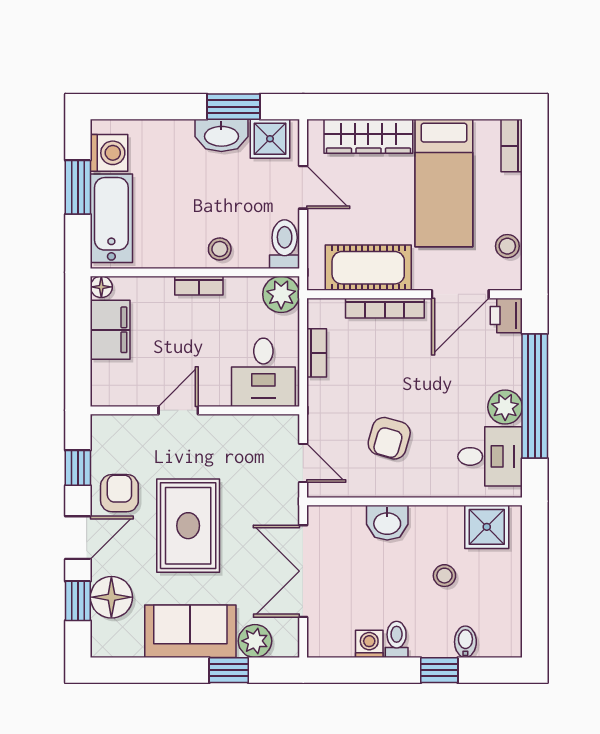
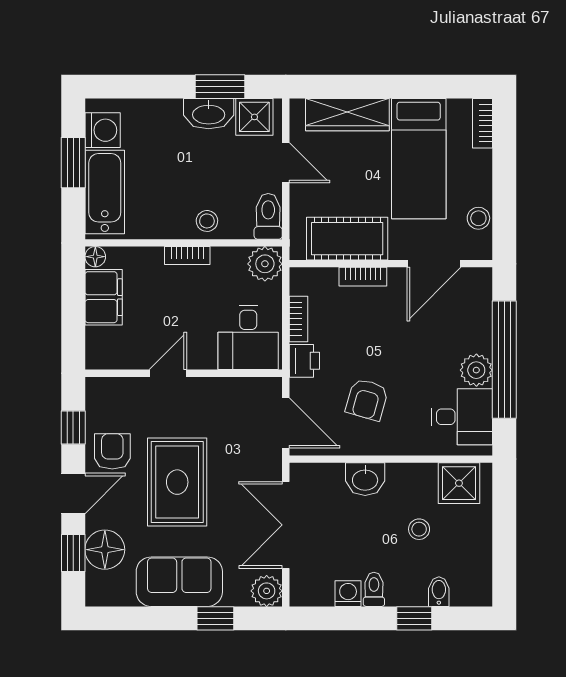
bookcase: (385, 308) -> (363, 277), width x0.64
printer: (506, 315) -> (304, 361), moved, turned 180
door: (303, 463) -> (286, 423), width x1.38
plant: (255, 641) -> (267, 591), moved

